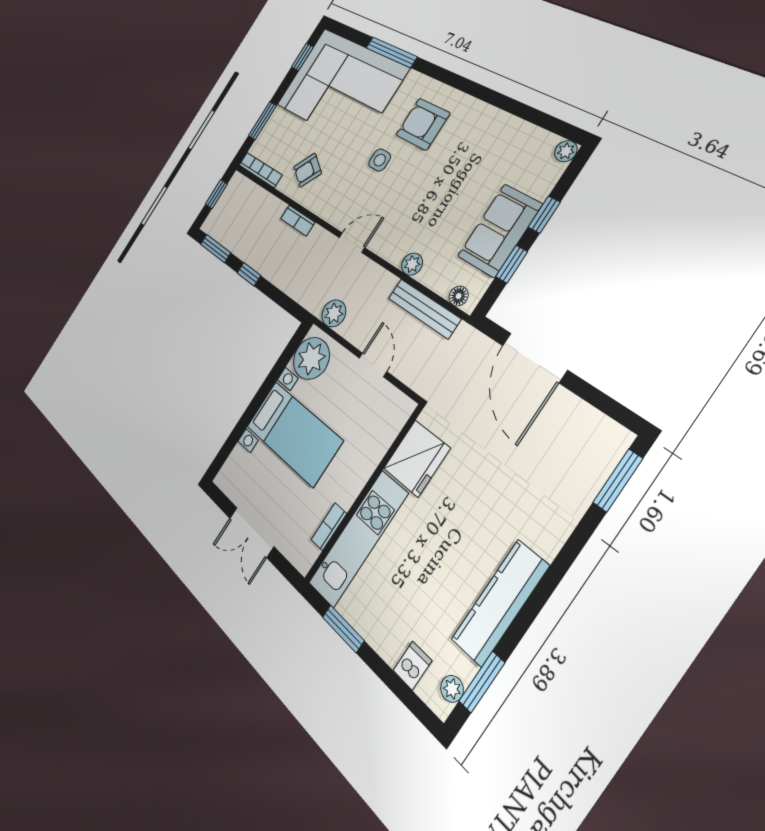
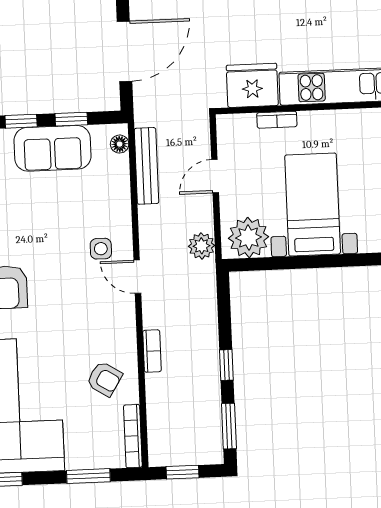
side table: (380, 160) -> (101, 249), moved
plant: (412, 264) -> (120, 204), removed
bookcase: (329, 527) -> (277, 120), moved

